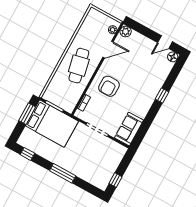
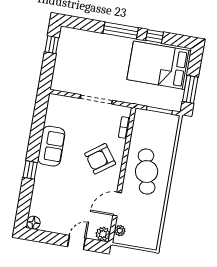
door: (165, 42) -> (77, 242), moved
armchair: (109, 86) -> (100, 159), turned -126
bed: (52, 124) -> (159, 65), moved
sofa: (129, 129) -> (51, 146), moved
window: (27, 154) -> (155, 36), moved

